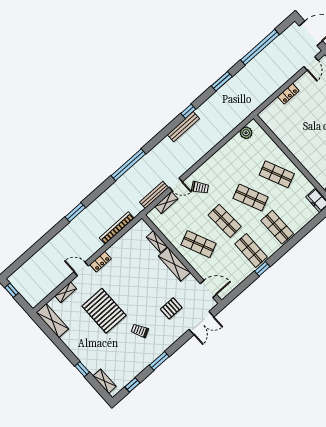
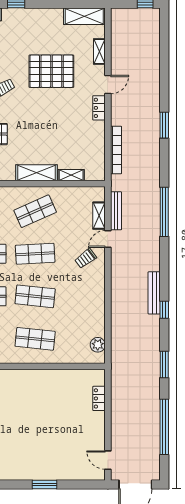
locker: (288, 94) -> (99, 398), moved
shop shelf: (277, 174) -> (35, 339), turned 30
shop shelf: (251, 198) -> (35, 296), turned 30

